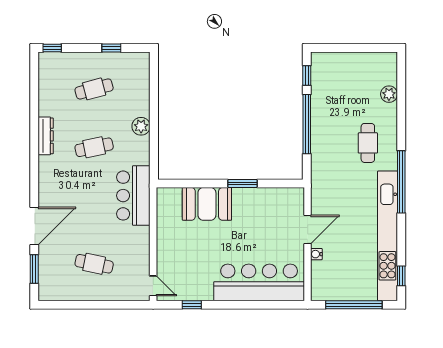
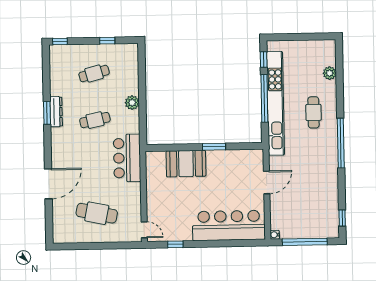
kitchen unit: (387, 236) -> (276, 103), moved, turned 180
water cooler: (316, 254) -> (275, 235), moved
cafe table: (94, 264) -> (97, 213), width x1.37, depth x1.35
window: (34, 269) -> (47, 113), moved

